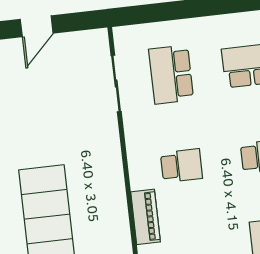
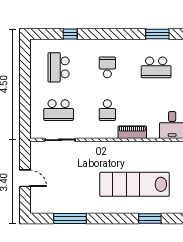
school desk: (182, 166) -> (107, 110), turned 180

